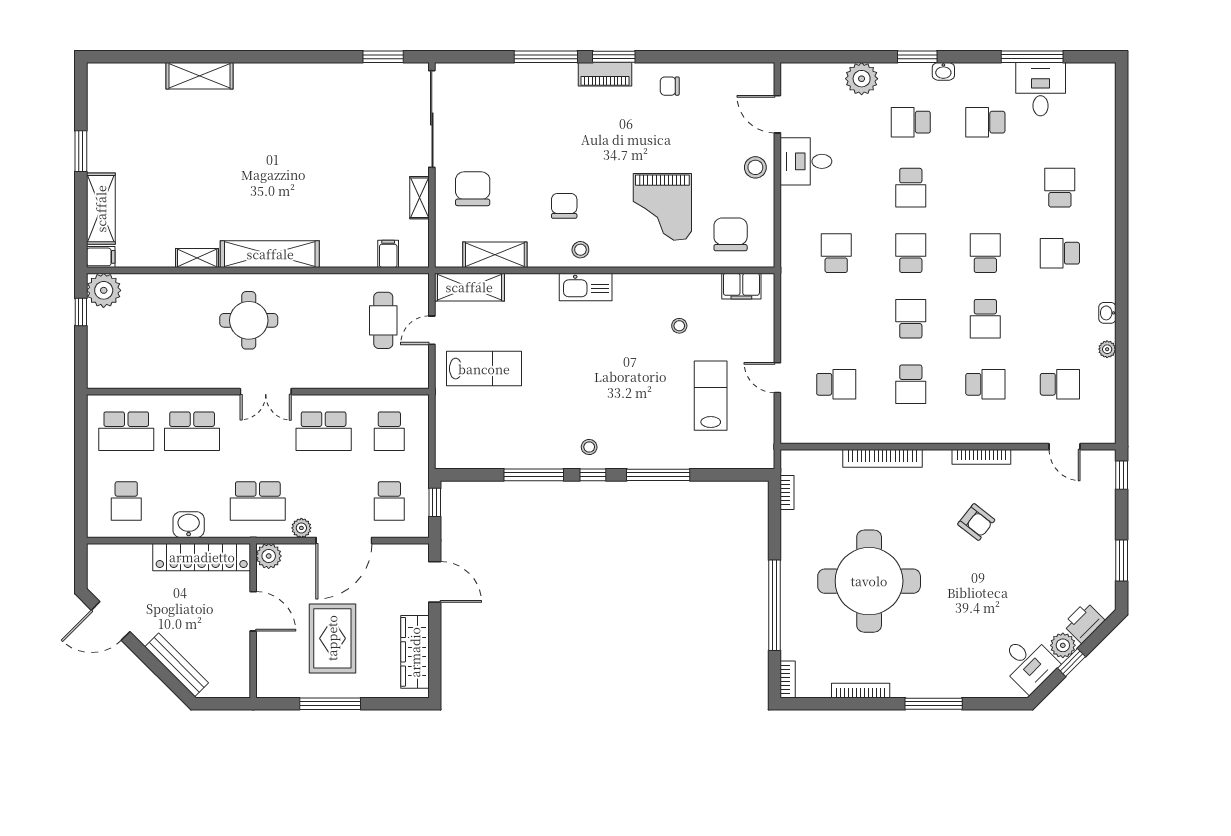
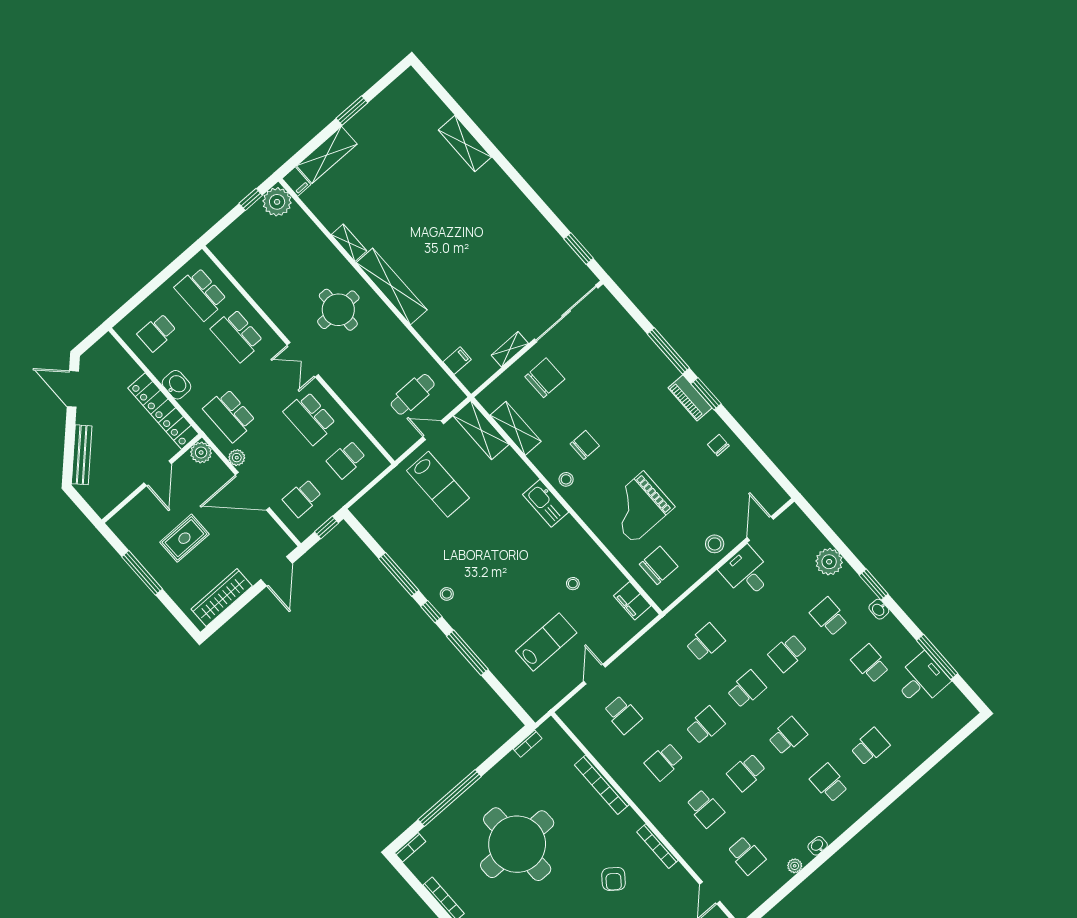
rug: (332, 638) -> (184, 538), width x0.73, depth x0.70

